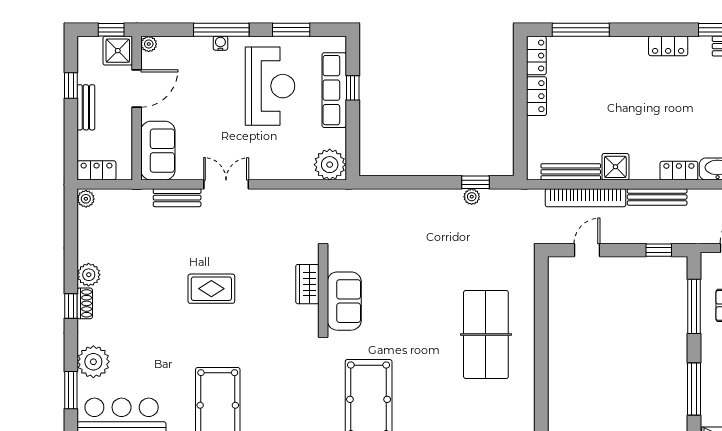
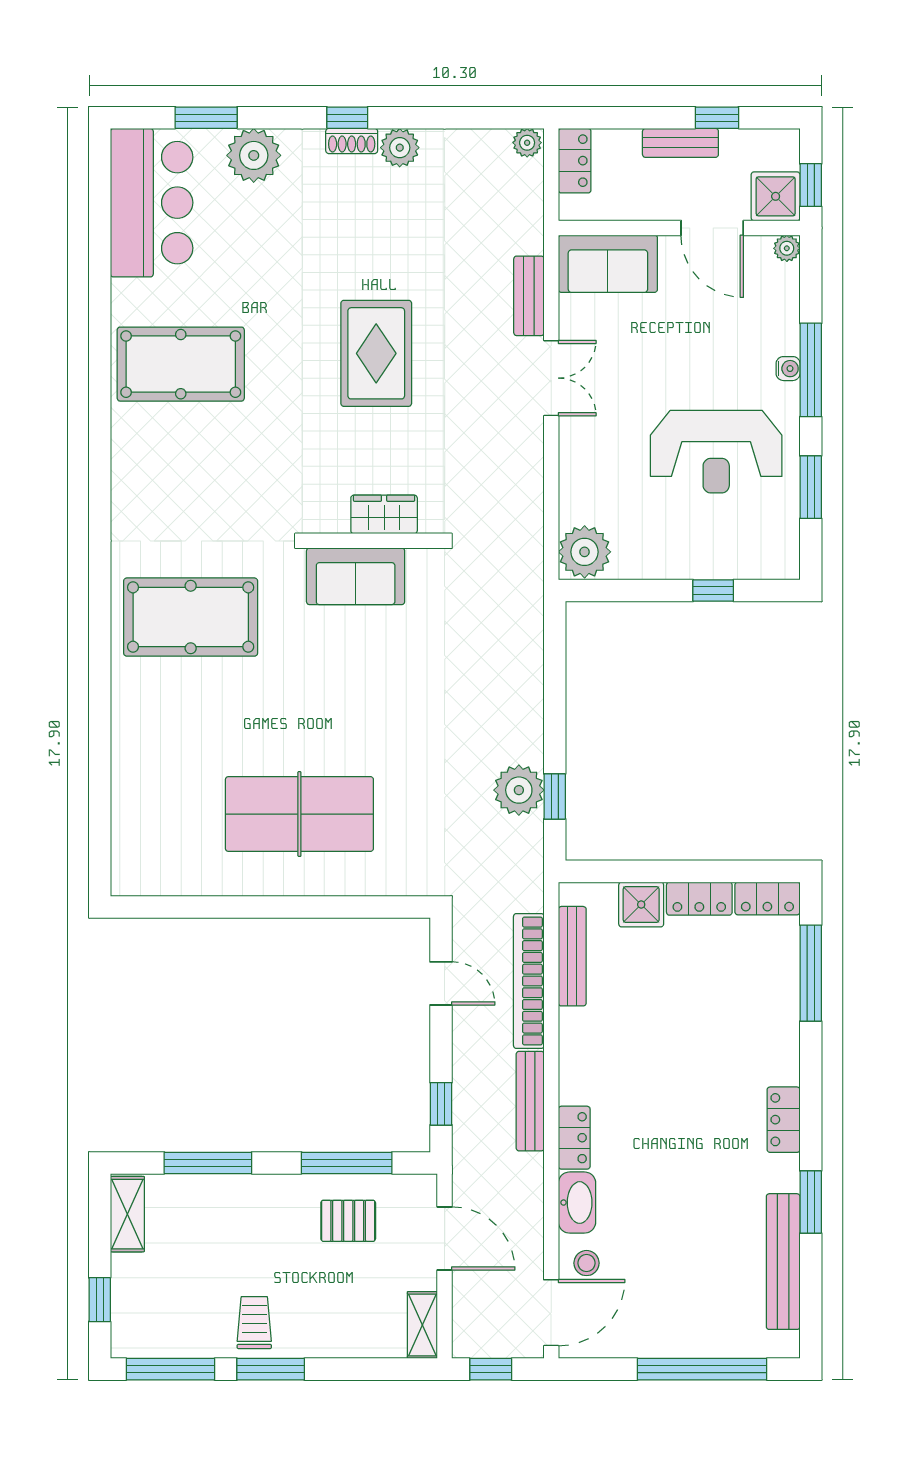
row of seats: (334, 90) -> (709, 560), removed
shower: (615, 167) -> (641, 905), moved
plant: (472, 197) -> (519, 790), width x1.88, depth x1.88
rug: (211, 289) -> (376, 353), width x1.36, depth x1.43

